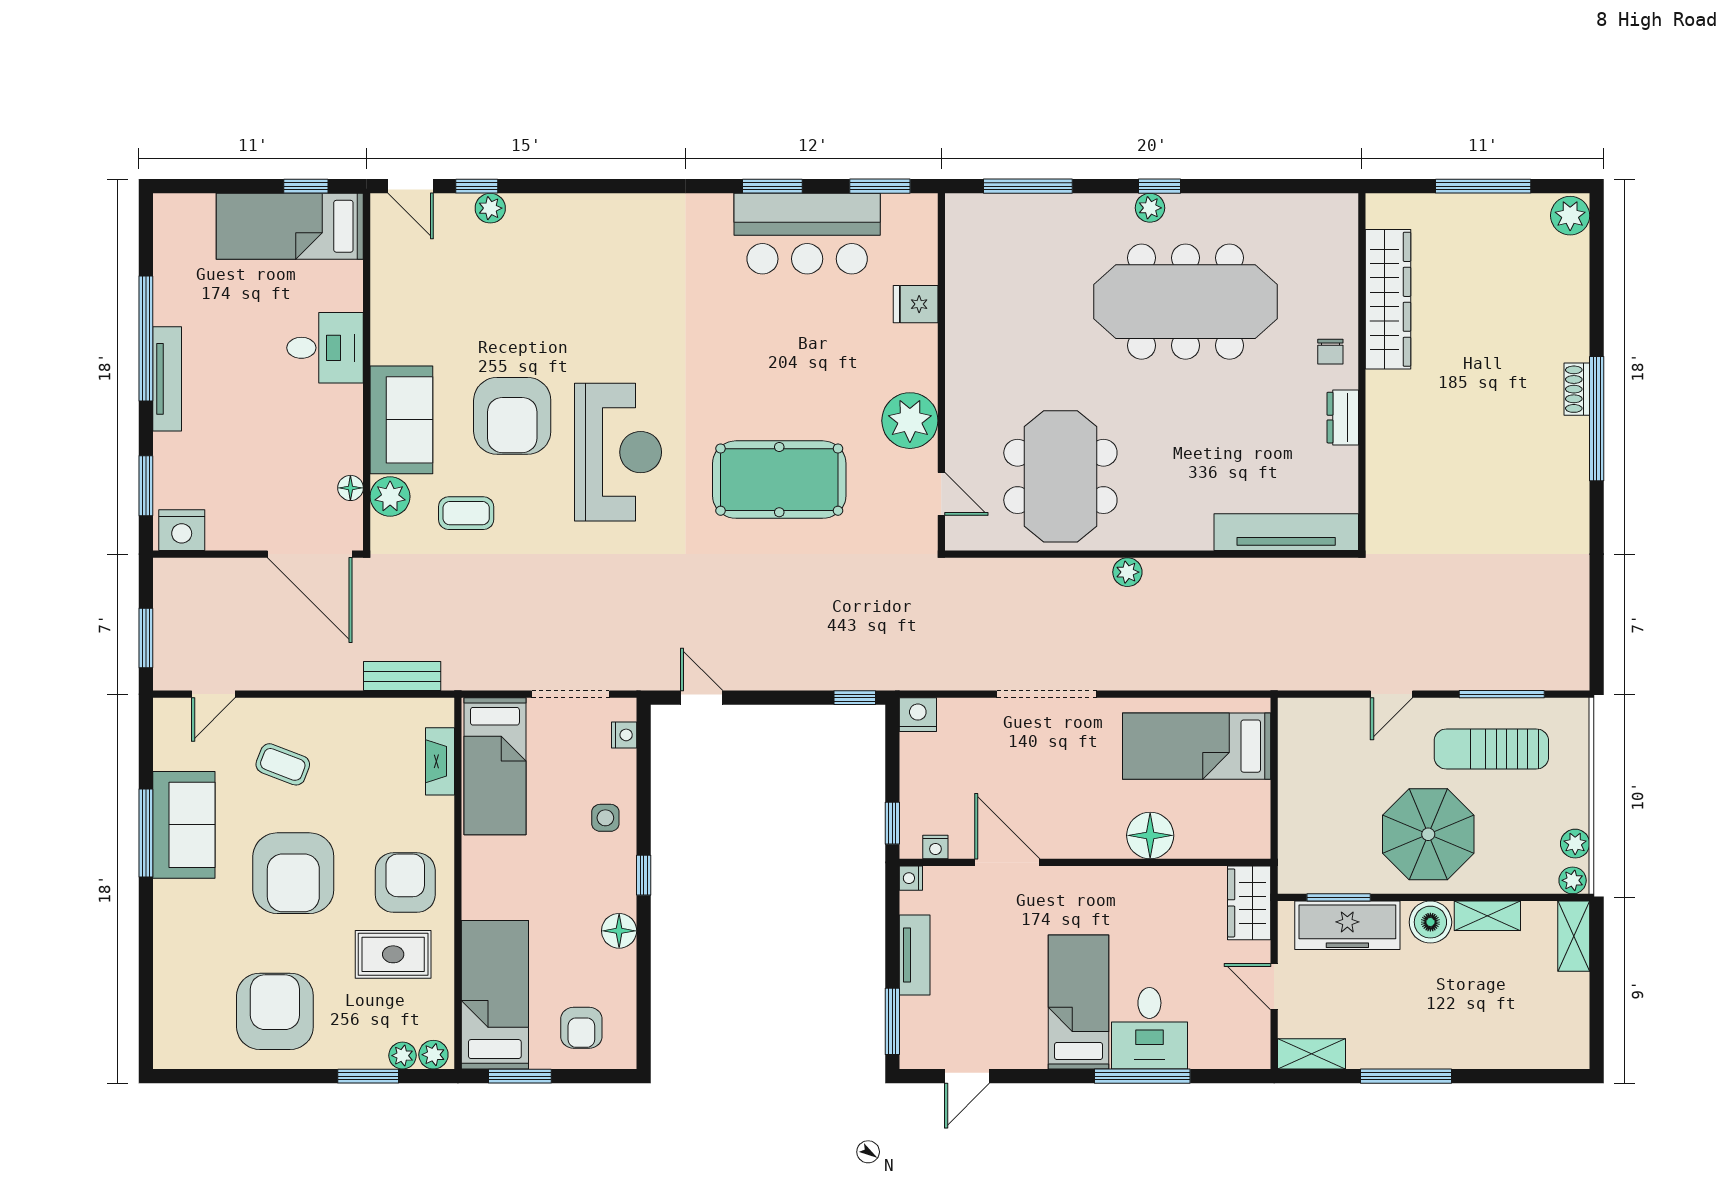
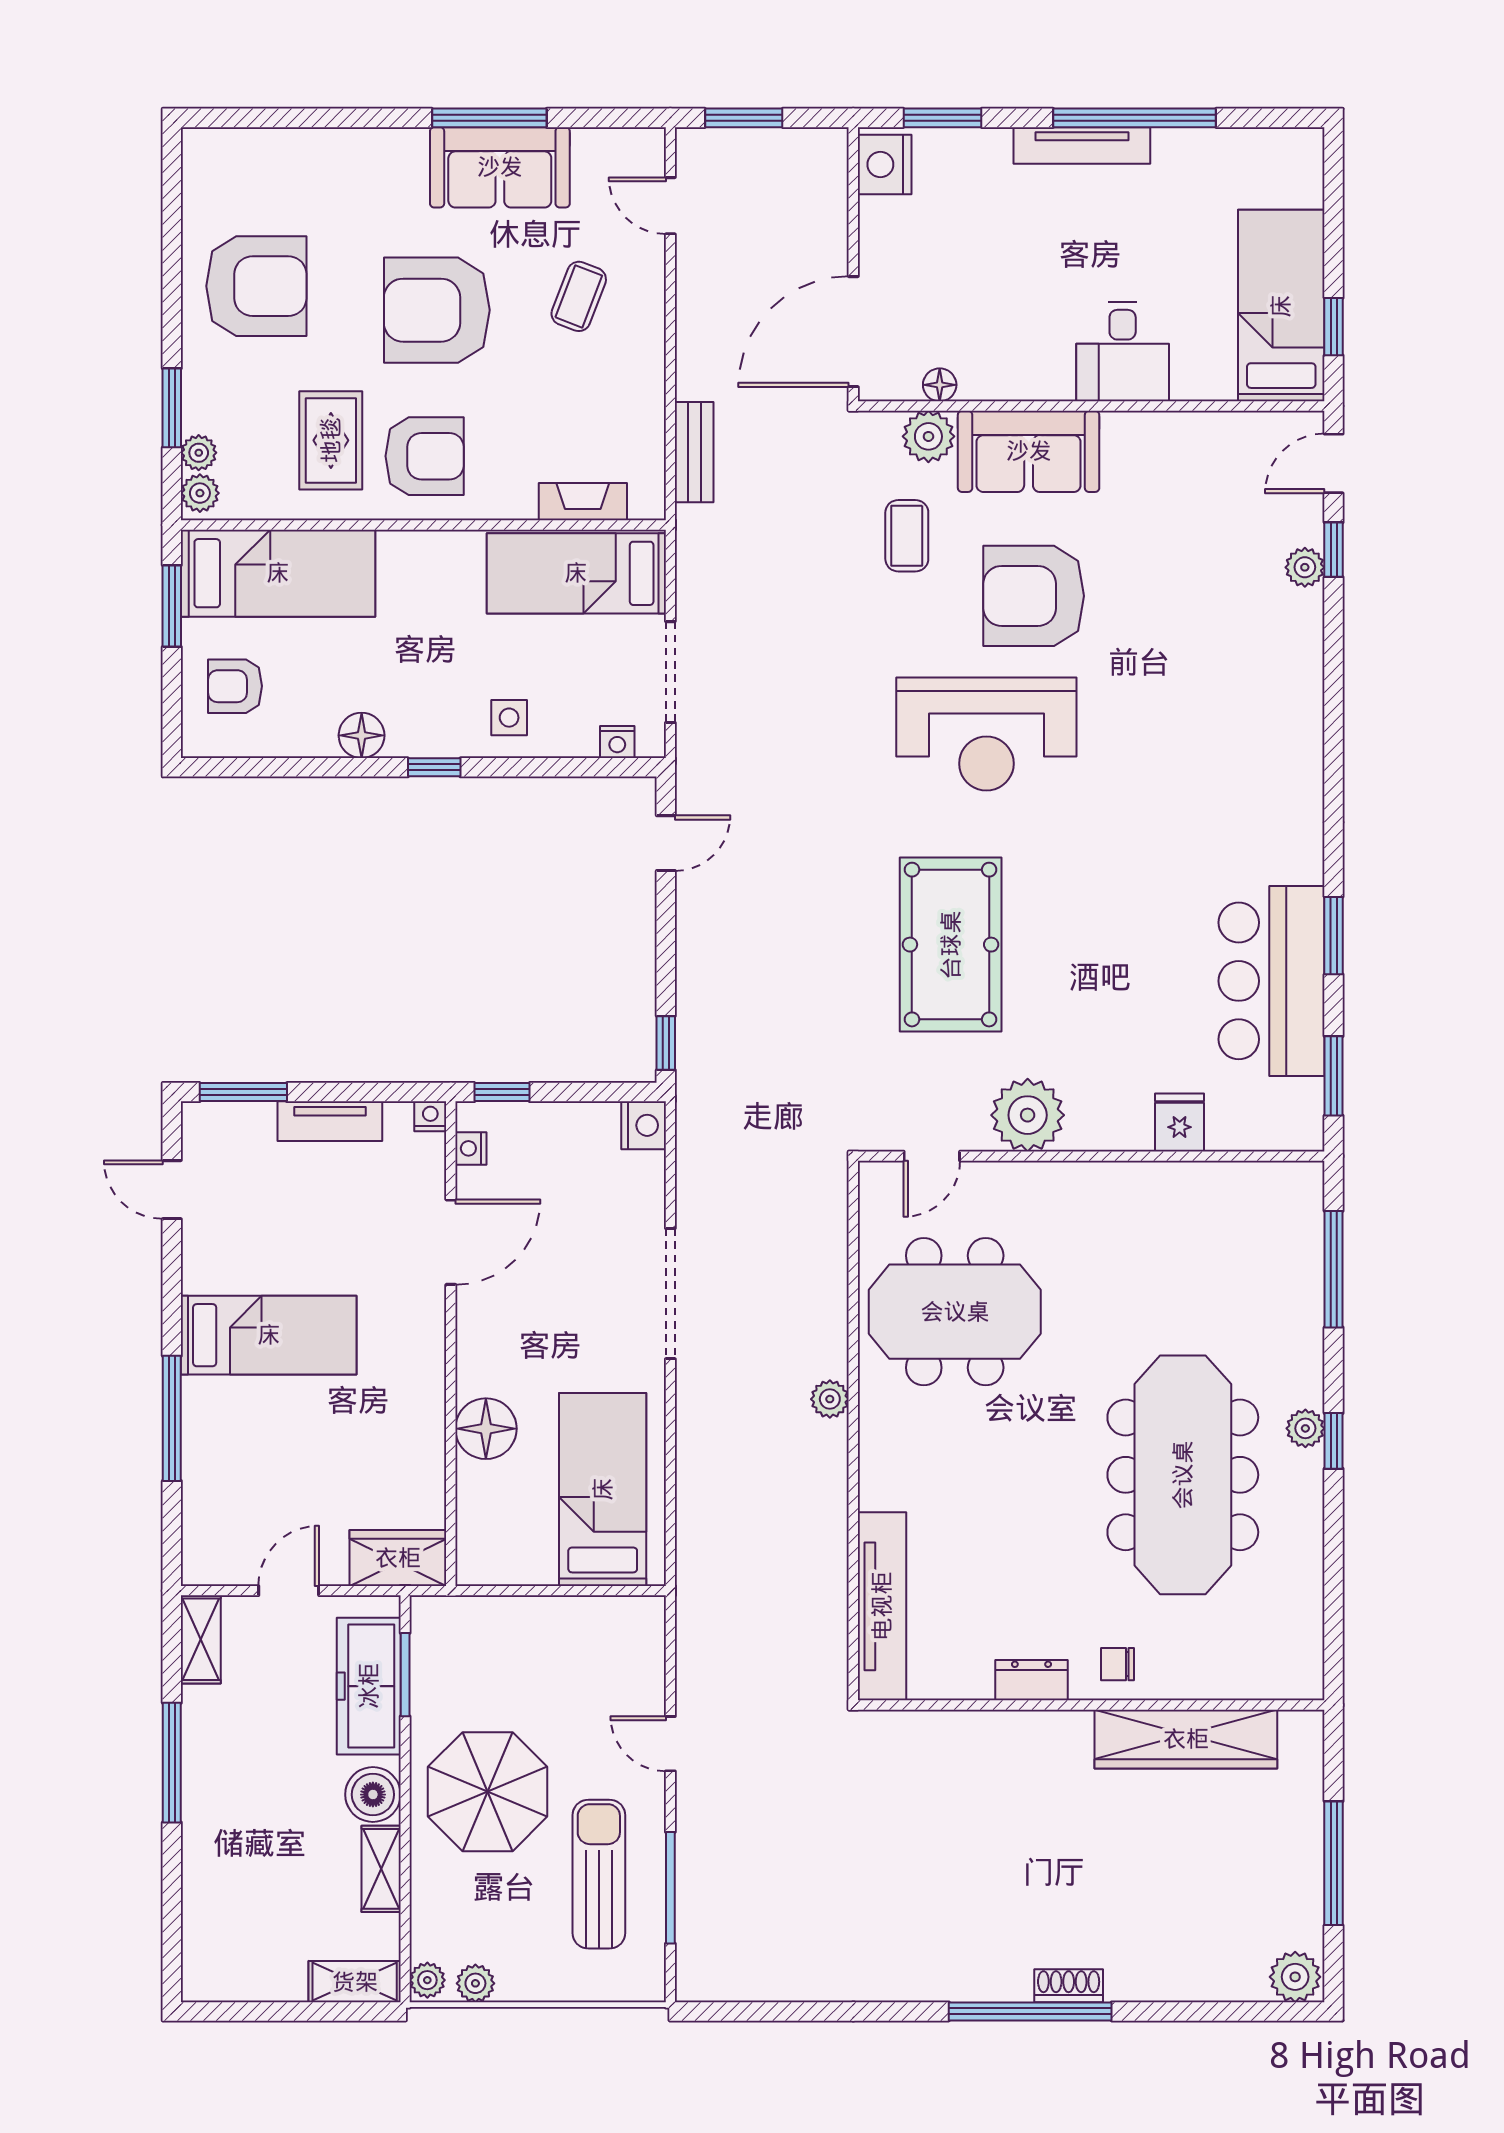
desk: (1149, 1028) -> (234, 1428), removed

